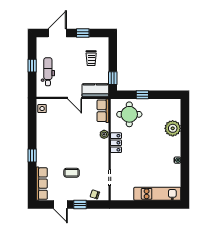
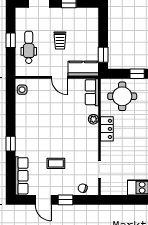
trolley: (91, 58) -> (60, 41), moved

